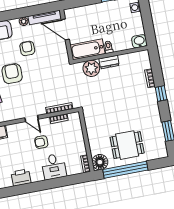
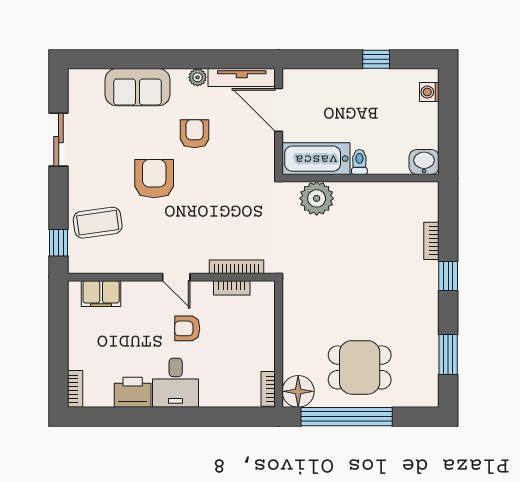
dresser: (109, 62) -> (355, 192), removed
desk: (54, 167) -> (176, 383), moved

